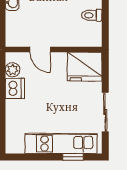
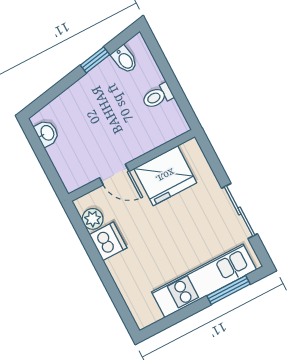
fridge: (85, 67) -> (165, 176), moved
window: (73, 157) -> (228, 290), width x1.50

